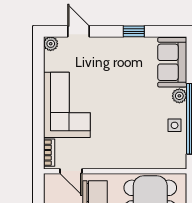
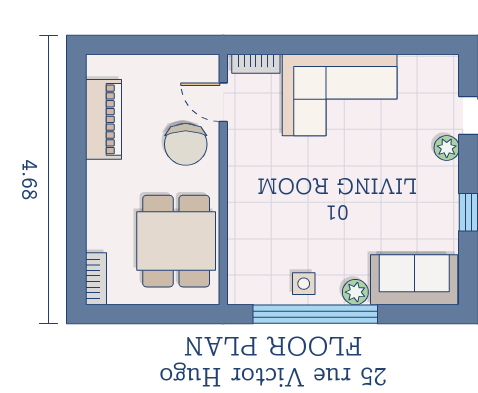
plant: (51, 44) -> (447, 148), moved
door: (71, 171) -> (223, 102), hinge flipped

